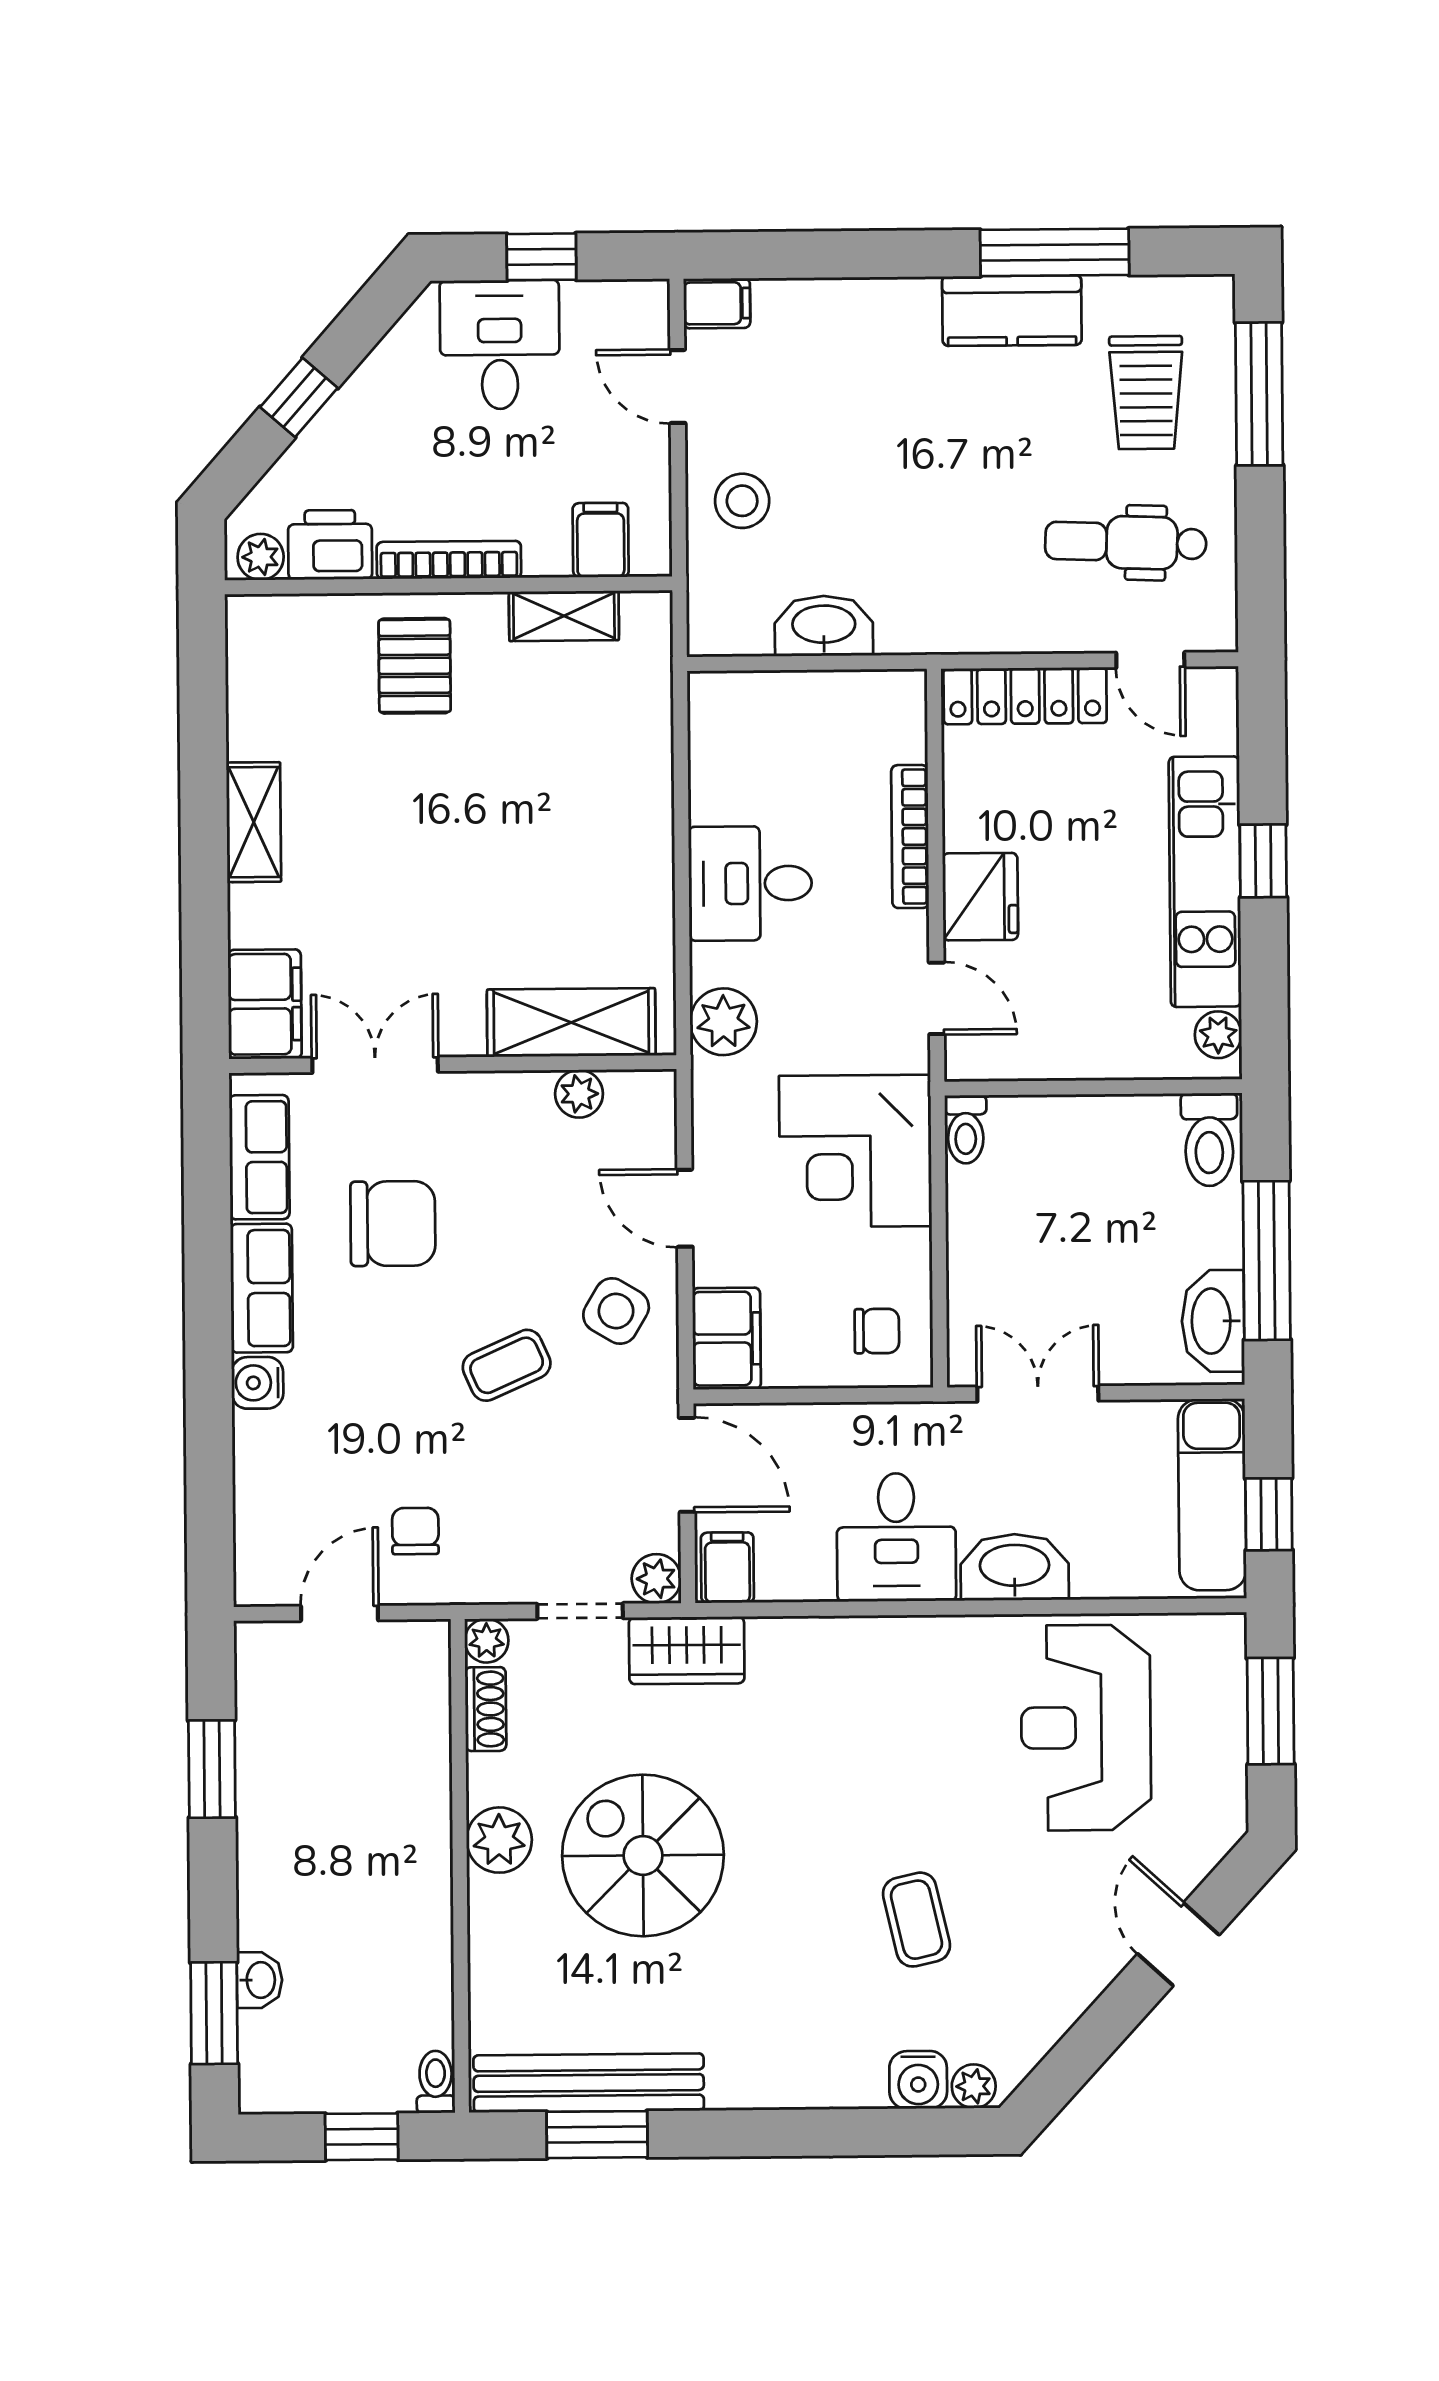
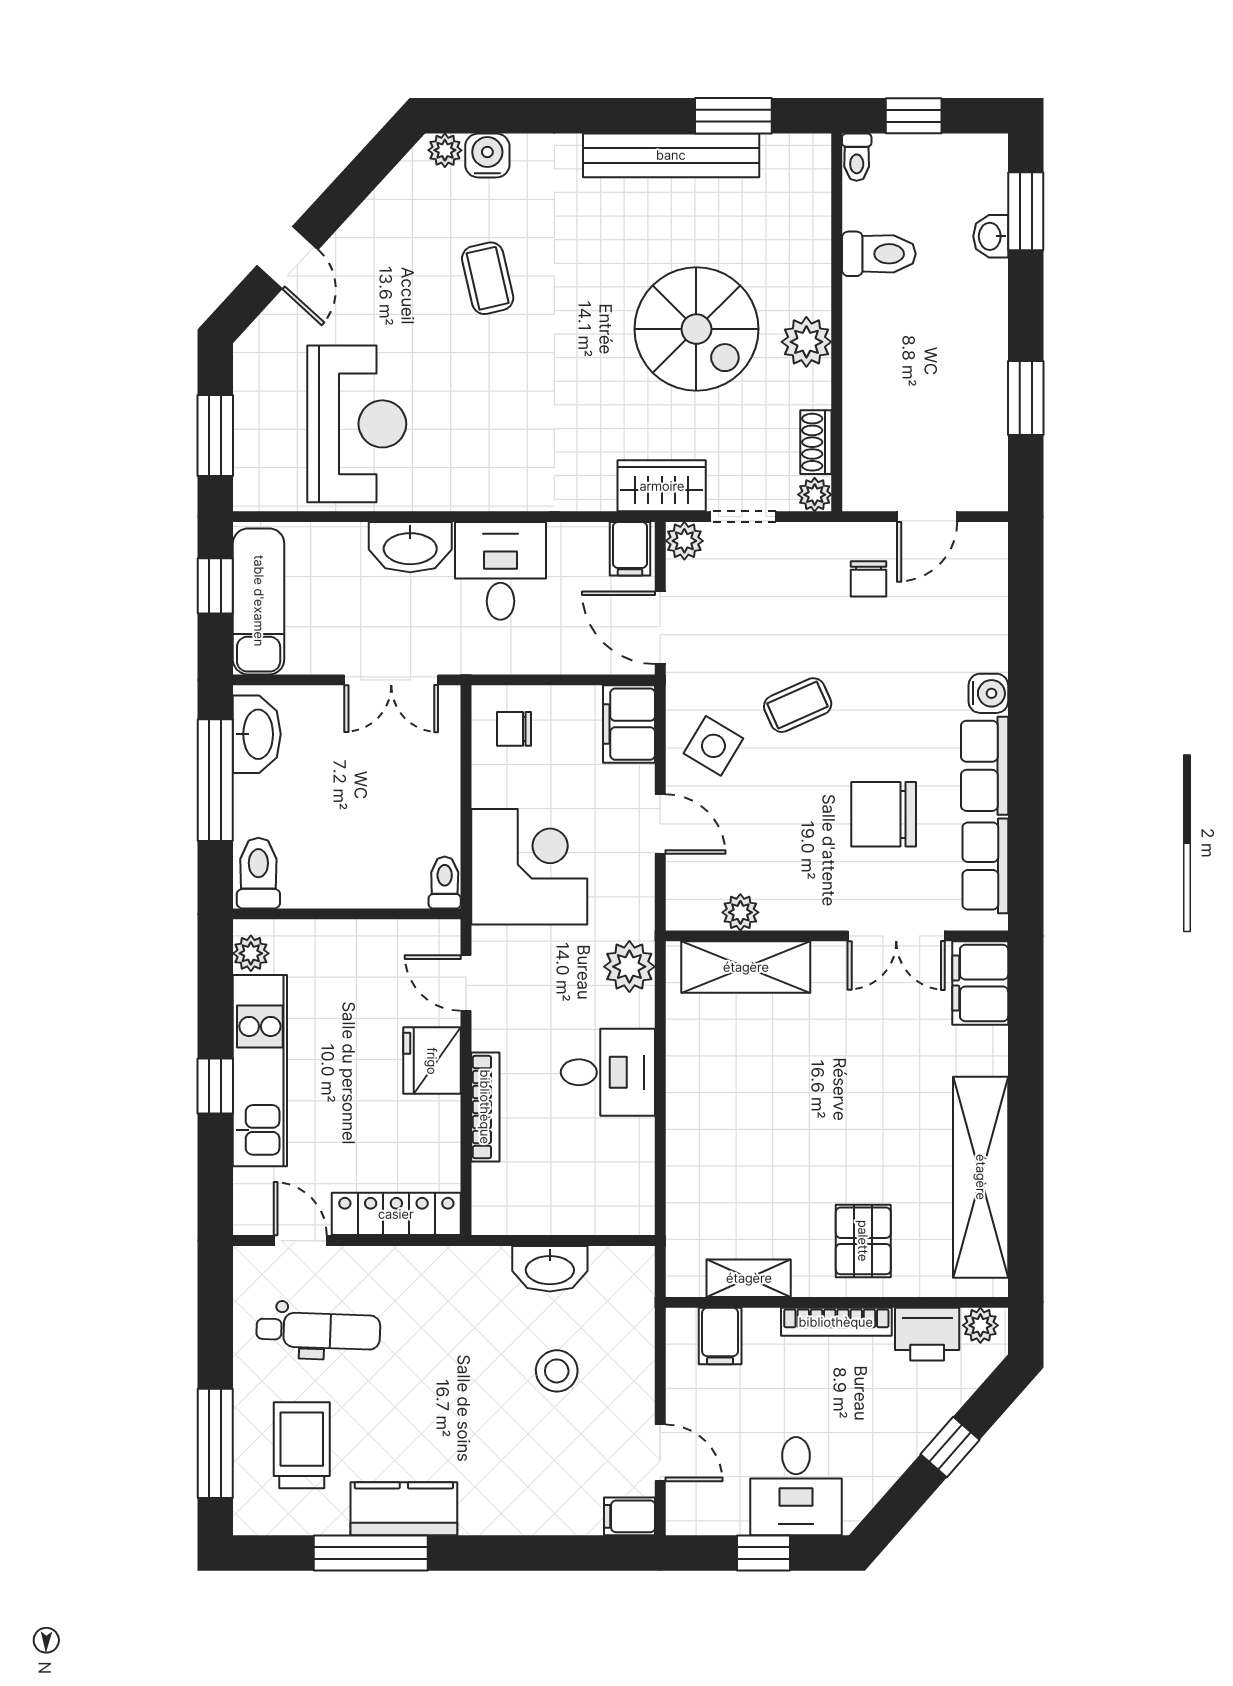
stool: (742, 501) -> (557, 1371), moved
shelving: (254, 822) -> (981, 1177), width x2.20, depth x1.33
toilet: (406, 1956) -> (879, 254), added
bench: (589, 2083) -> (671, 155), moved

